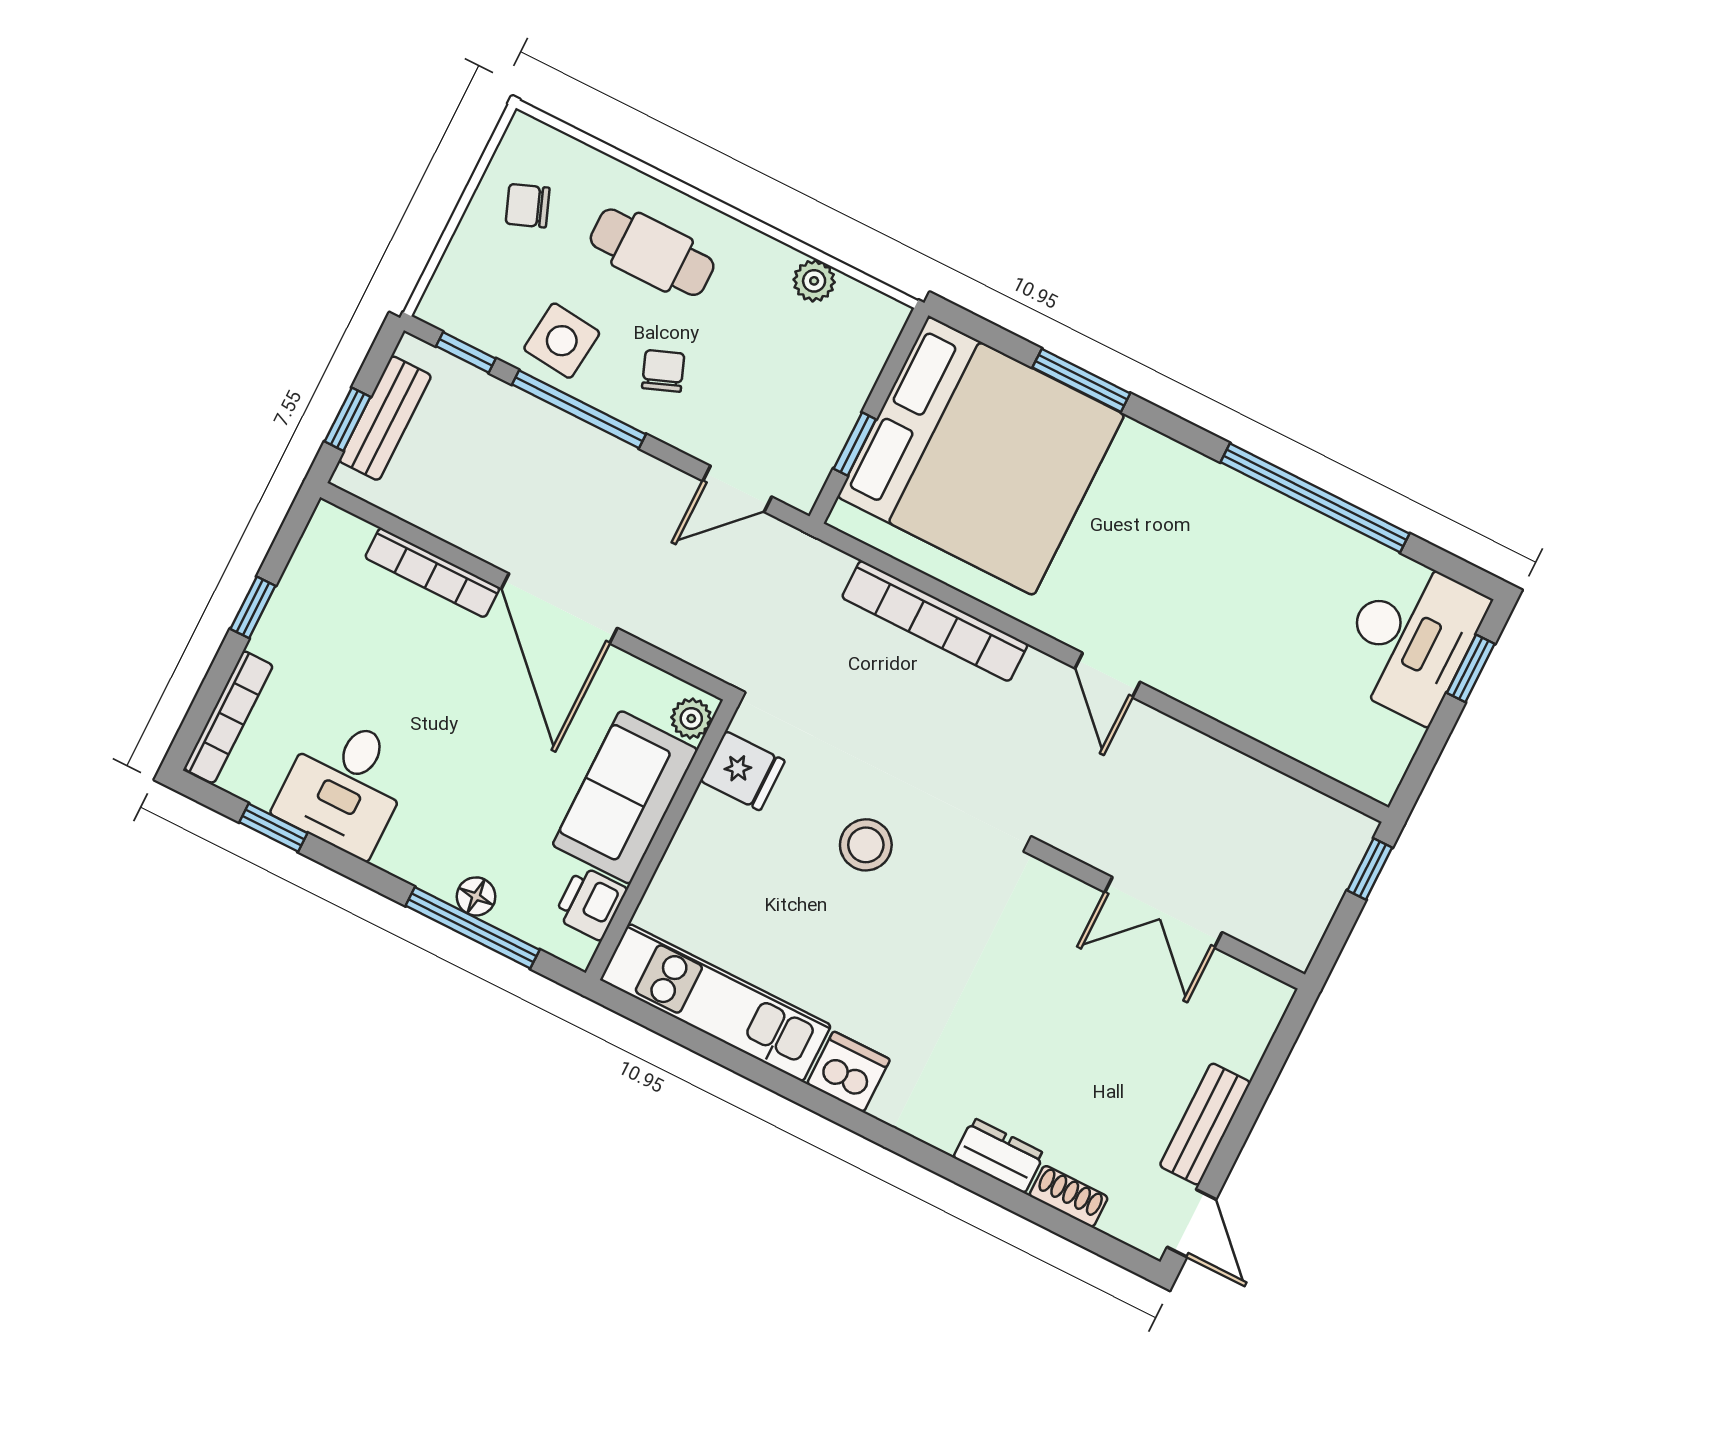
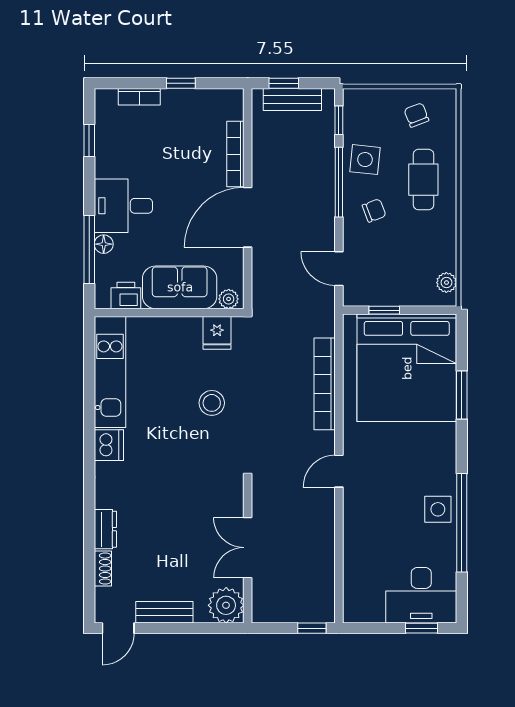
plant: (814, 281) -> (446, 283), moved
side table: (1268, 529) -> (438, 509), added
bookcase: (228, 717) -> (139, 97), width x0.64
desk: (345, 785) -> (123, 206), moved
plant: (1249, 1005) -> (226, 605), added

